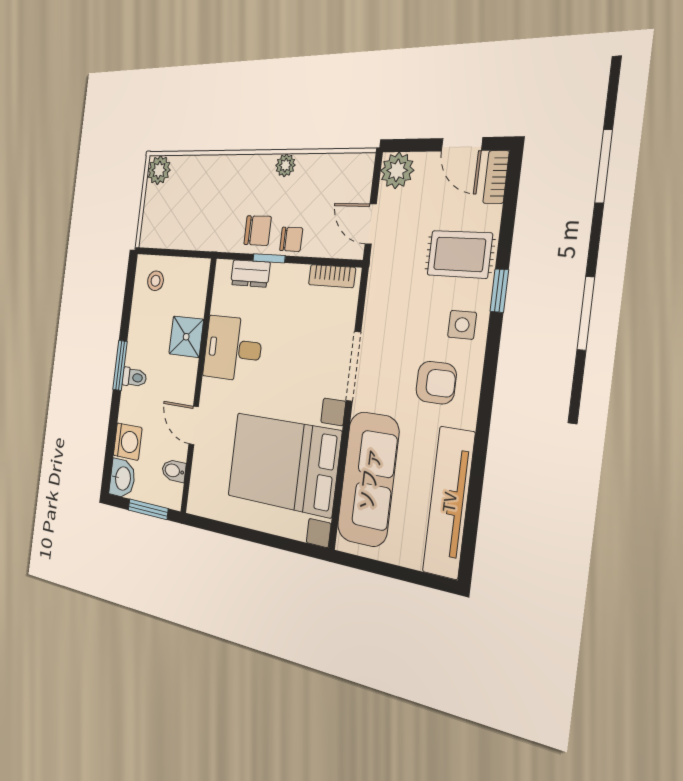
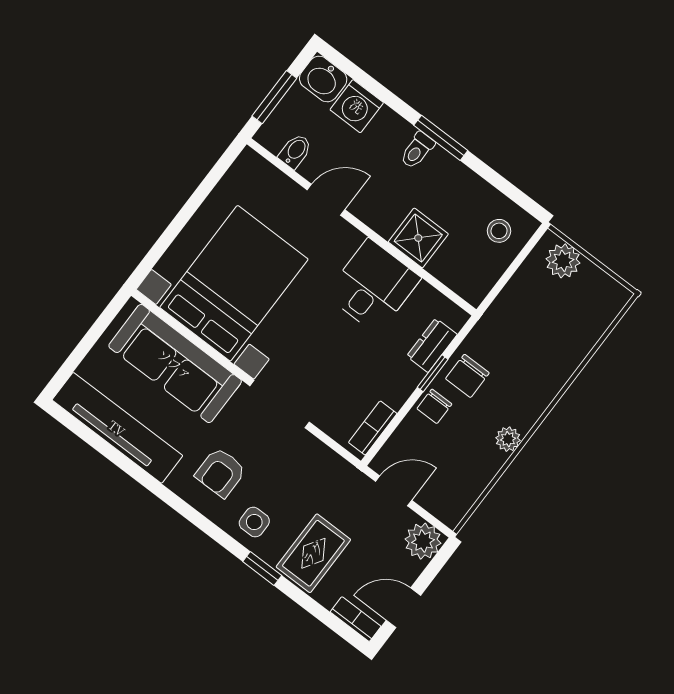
plant: (159, 170) -> (563, 261), moved

